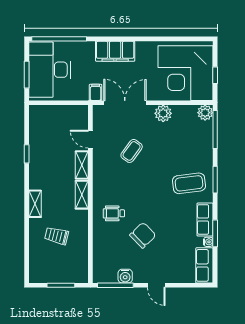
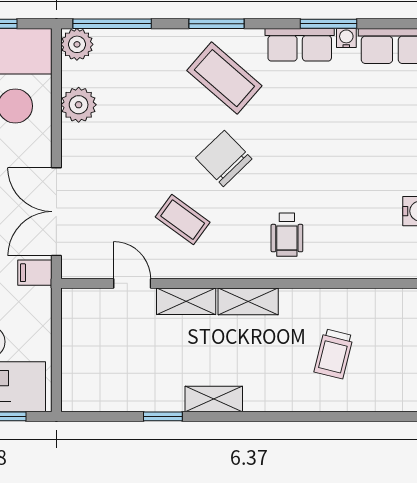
plant: (163, 113) -> (79, 105), moved
door: (90, 139) -> (132, 283), swing flipped
coffee table: (132, 151) -> (183, 220), moved
coffee table: (189, 183) -> (224, 78), turned -42
shelving: (35, 204) -> (214, 399), moved
chair: (143, 235) -> (224, 158), moved

